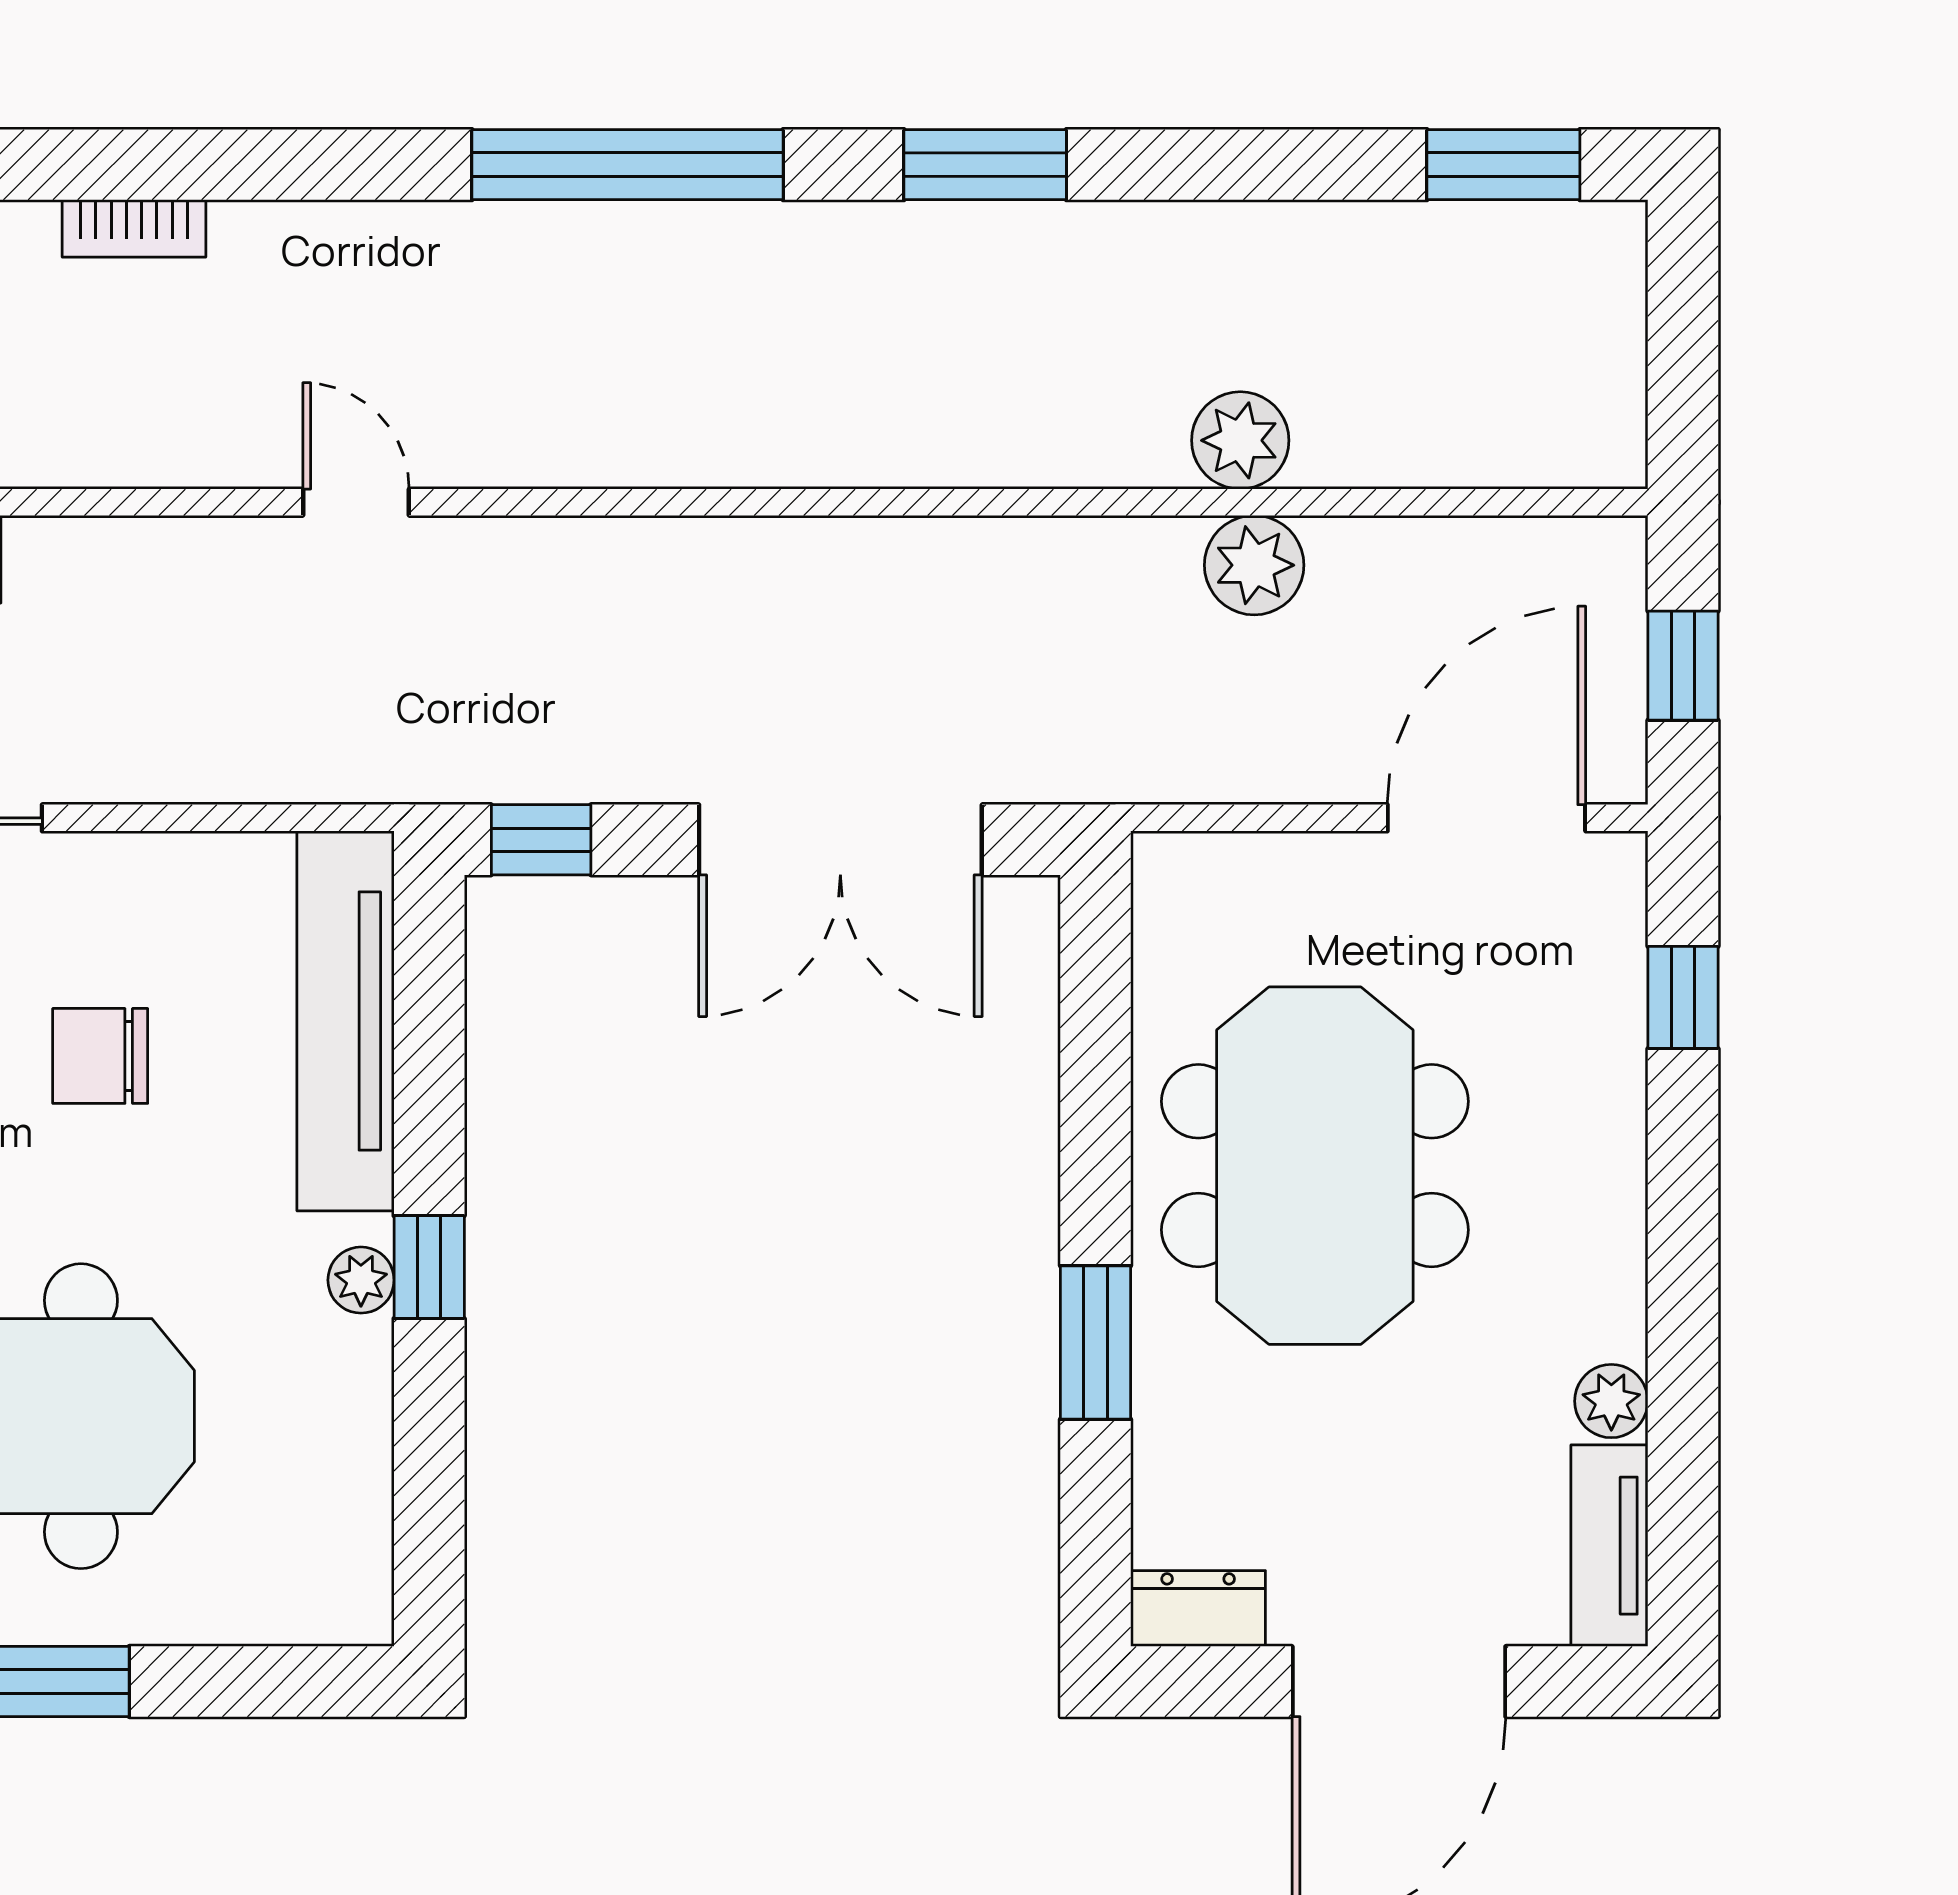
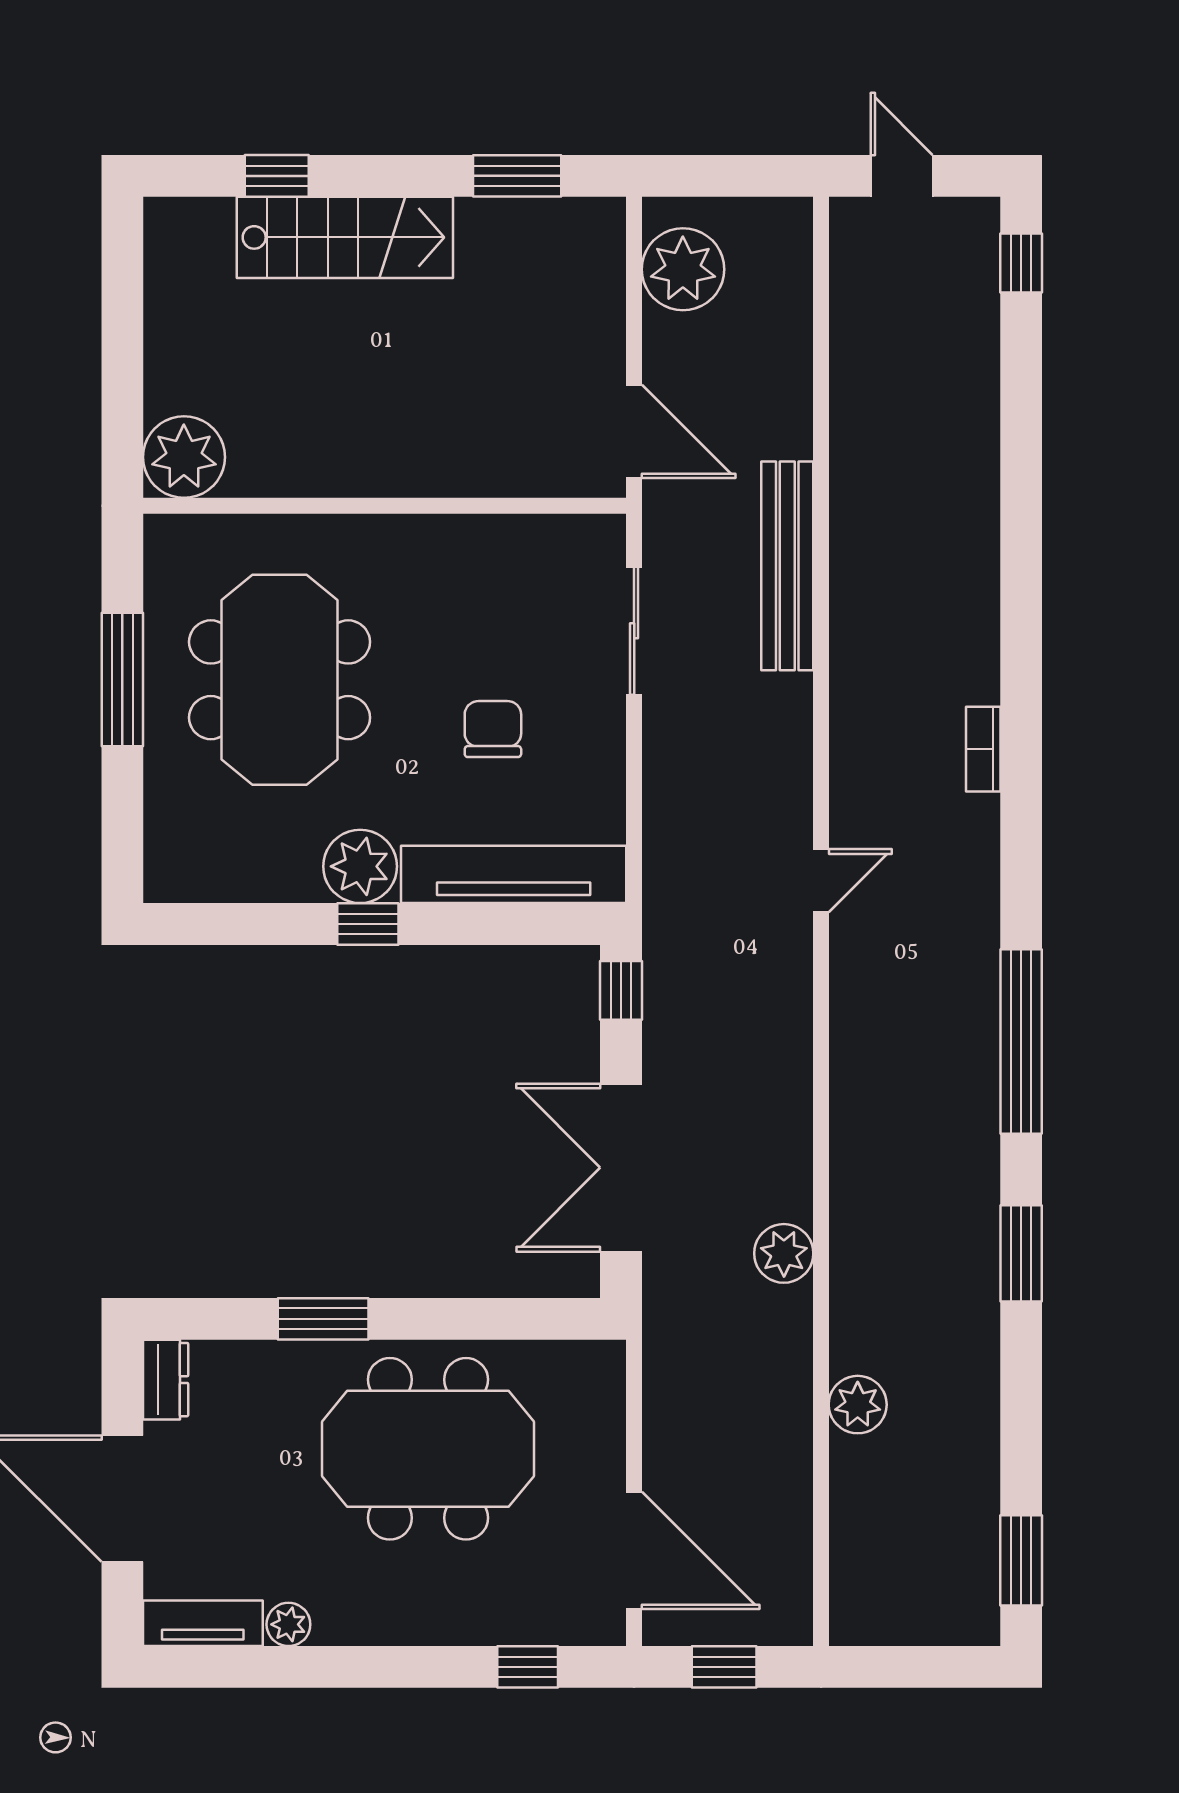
plant: (1254, 565) -> (784, 1253), moved
plant: (361, 1280) -> (360, 866), width x1.88, depth x1.88

